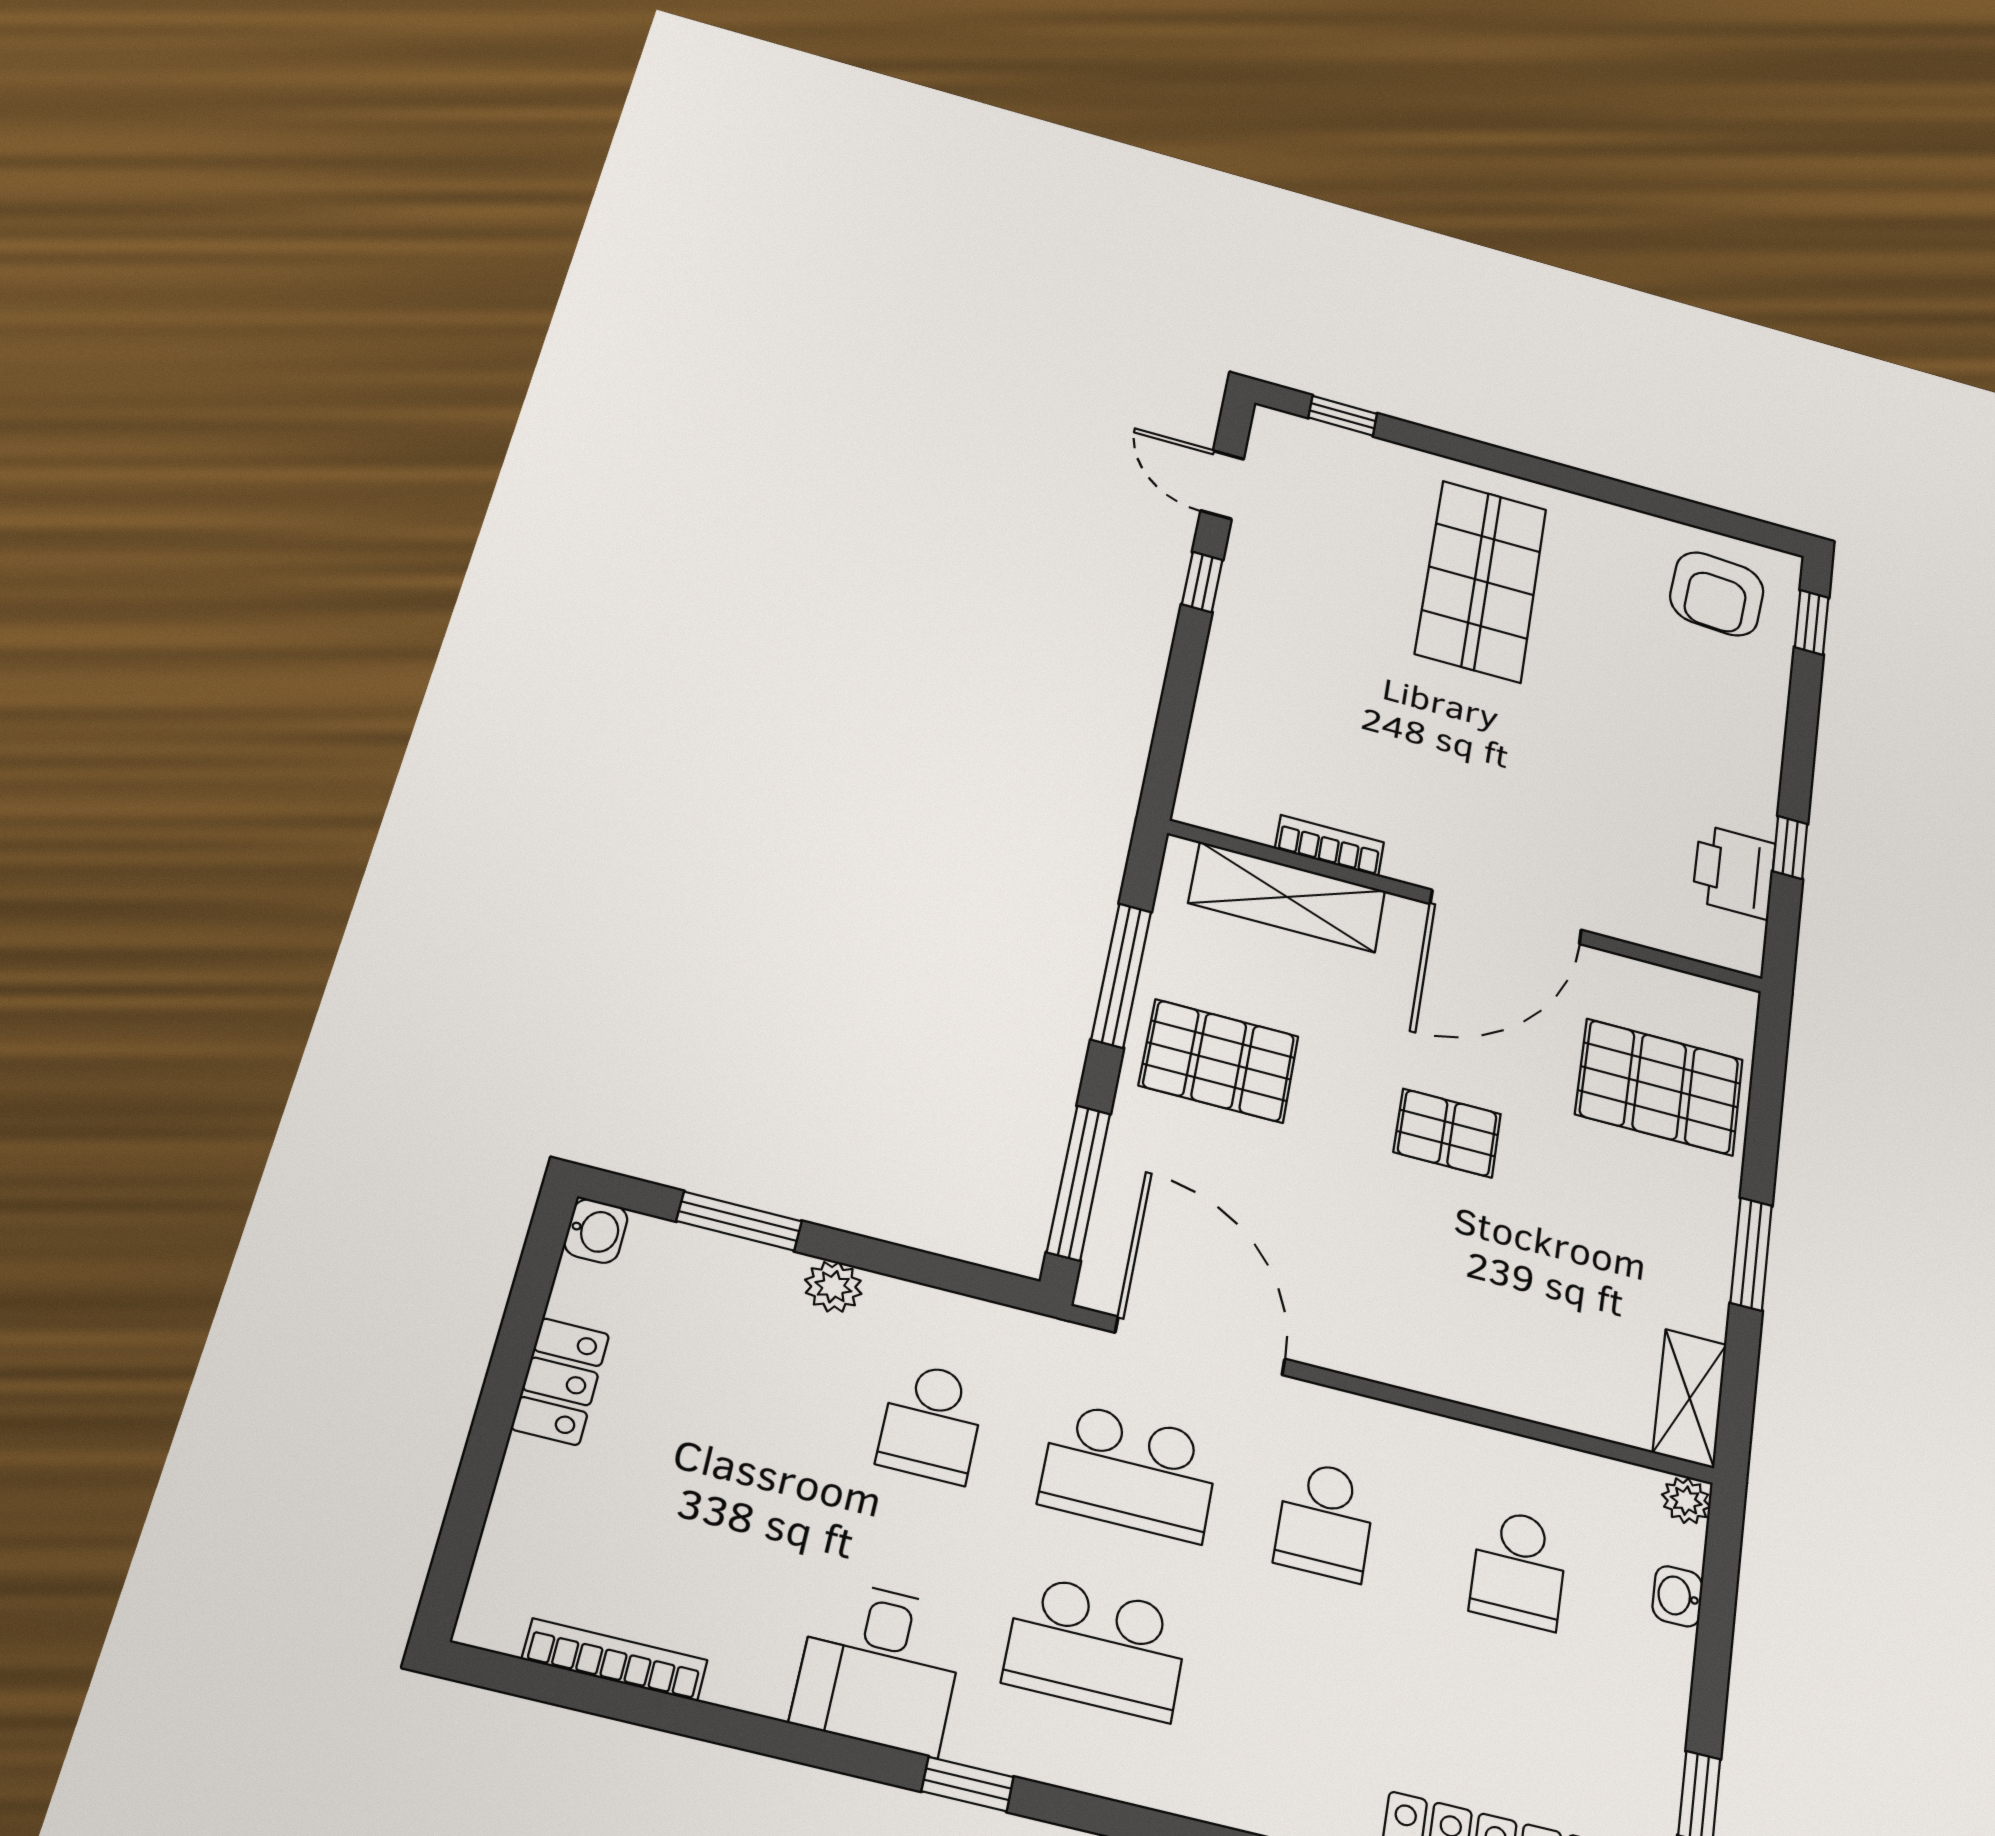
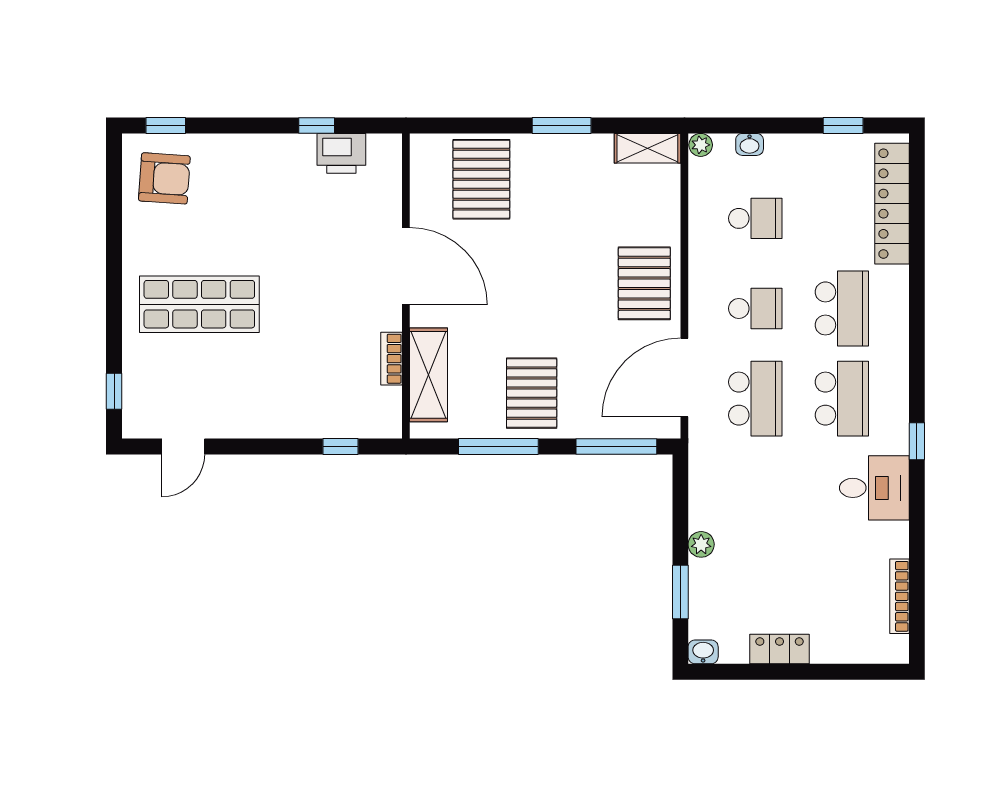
window: (1202, 582) -> (341, 446), moved
pallet: (1447, 1133) -> (644, 283), moved, width x1.50, depth x1.42
school desk: (931, 1422) -> (842, 308), moved, width x1.85

